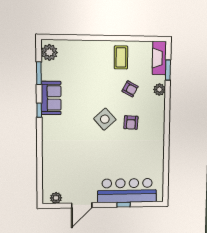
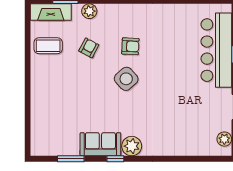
plant: (49, 52) -> (132, 146), moved
coffee table: (121, 57) -> (48, 46), moved

